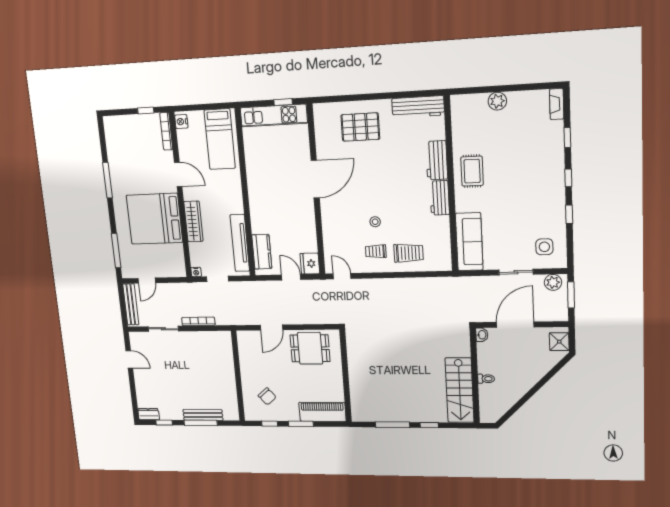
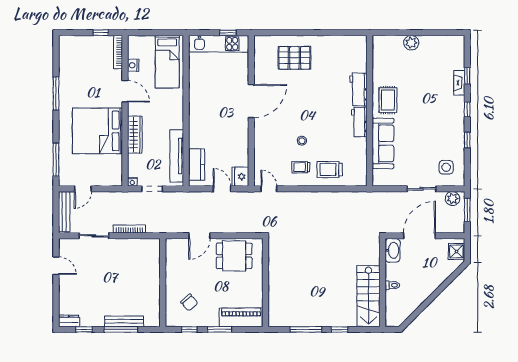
fireplace: (557, 104) -> (459, 83), moved
workbench: (418, 107) -> (345, 44), removed
nightstand: (181, 122) -> (133, 65), moved
sofa: (469, 242) -> (383, 143), moved
trolley: (408, 253) -> (330, 169), turned 180
washbasin: (482, 335) -> (393, 250), width x1.91, depth x1.45

